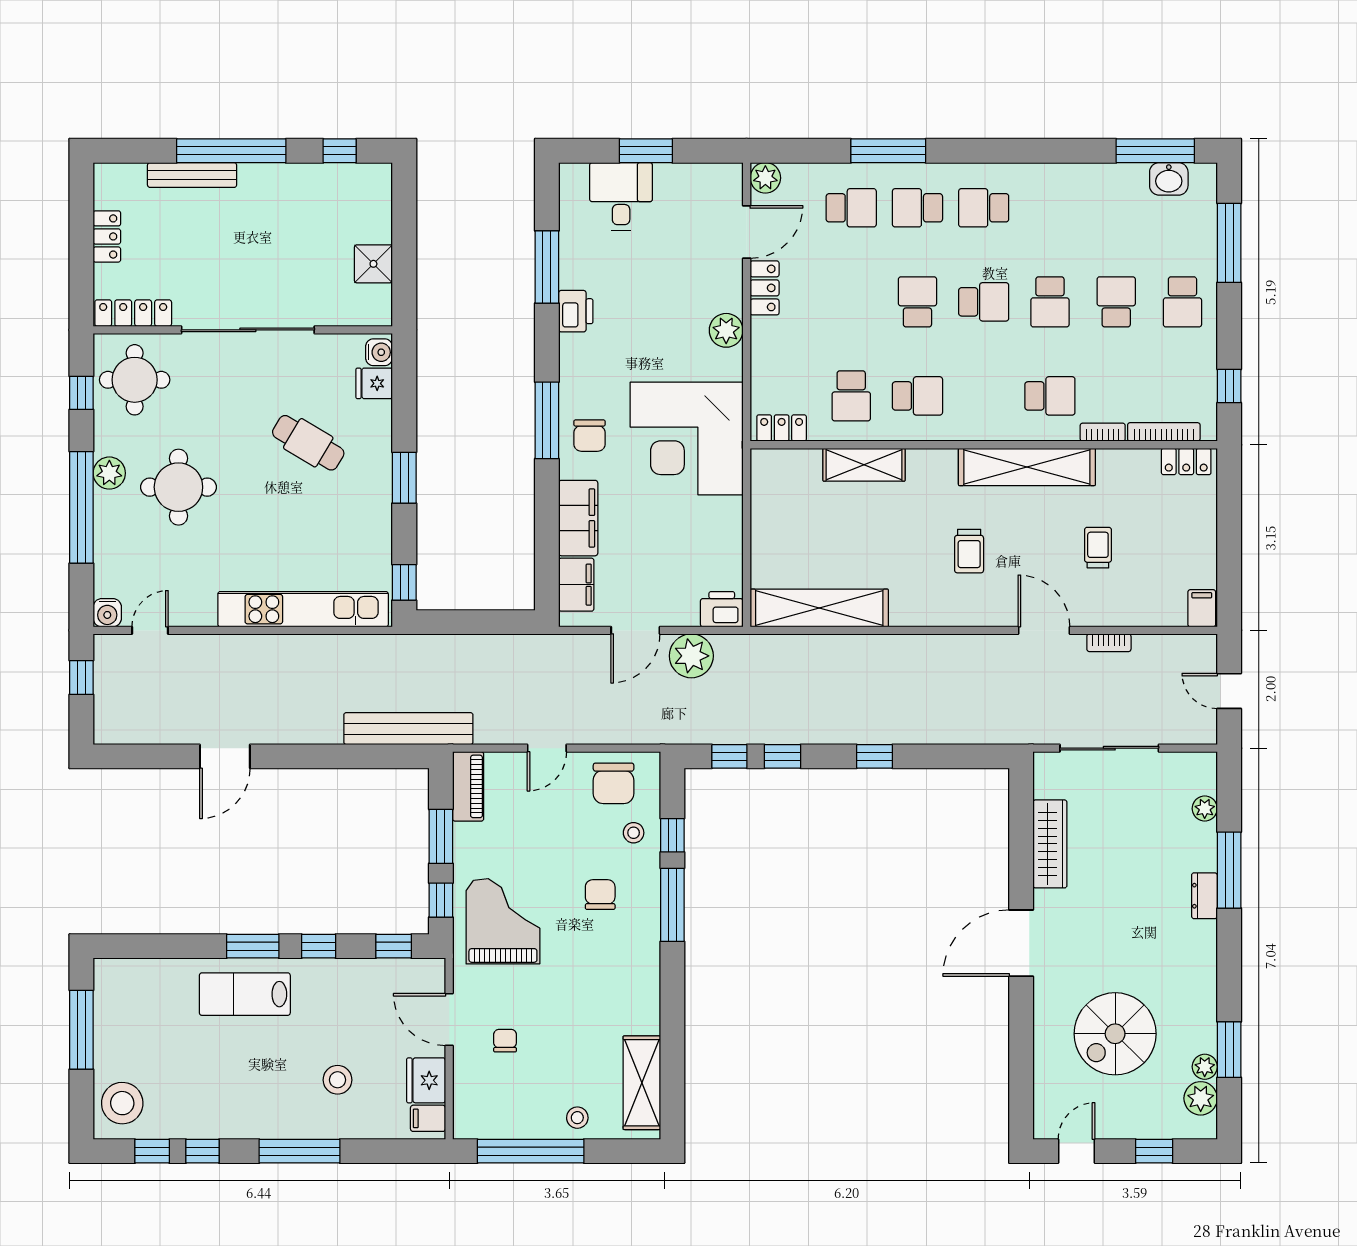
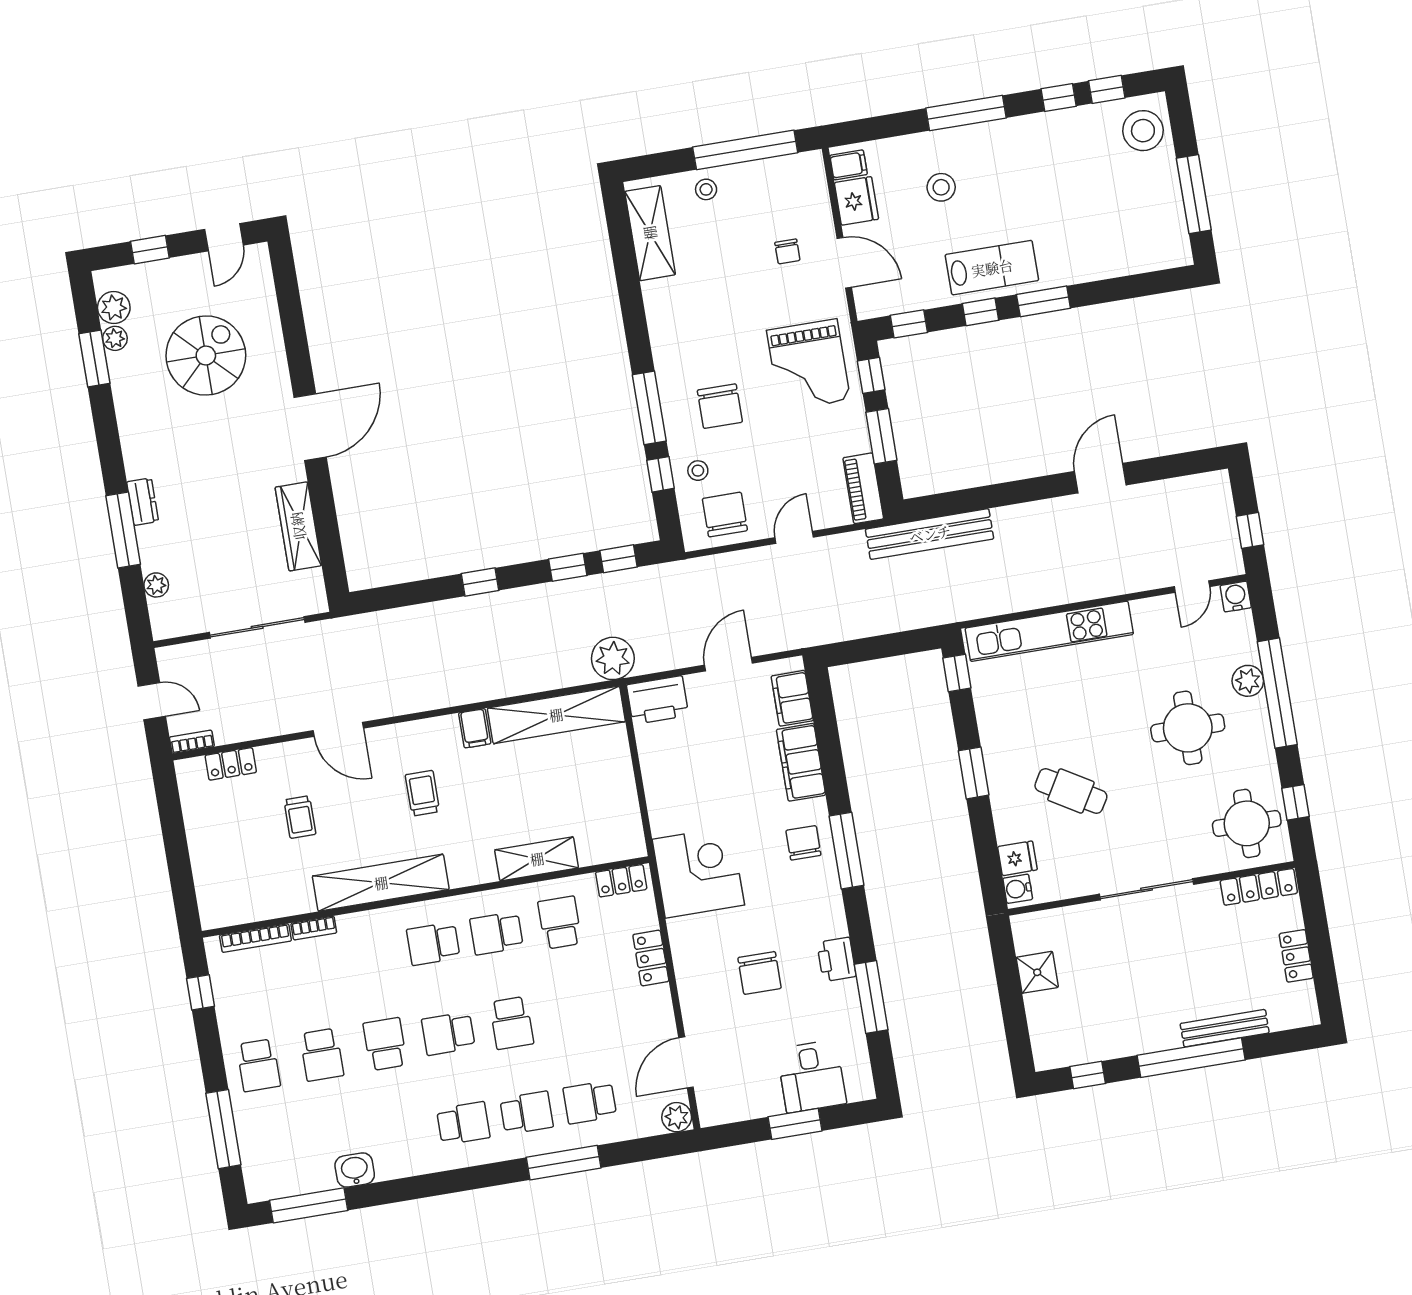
washbasin: (1169, 179) -> (355, 1170), moved
locker: (765, 288) -> (651, 958), moved
school desk: (1182, 302) -> (258, 1065), turned 180
chair: (656, 311) -> (760, 973), added
sliding door: (248, 330) -> (1147, 889), width x0.73
plant: (726, 330) -> (690, 965), removed
school desk: (1050, 396) -> (433, 944), moved
corner desk: (687, 439) -> (698, 872), width x0.74, depth x0.74
locker: (1186, 461) -> (231, 764), moved, turned 180
plant: (109, 473) -> (1248, 681), moved
filing cabinet: (1202, 608) -> (475, 728), moved
printer: (722, 609) -> (658, 700), width x1.37, depth x1.19
bookcase: (1109, 643) -> (192, 742), moved
plant: (691, 656) -> (613, 658), moved
chair: (600, 895) -> (720, 406), width x1.37, depth x1.37
lab bench: (245, 994) -> (992, 268), moved

